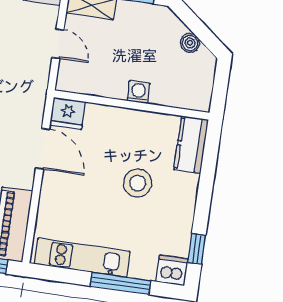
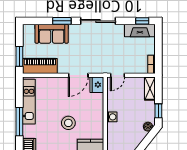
boiler: (190, 43) -> (148, 127), moved
door: (58, 44) -> (117, 75), moved

